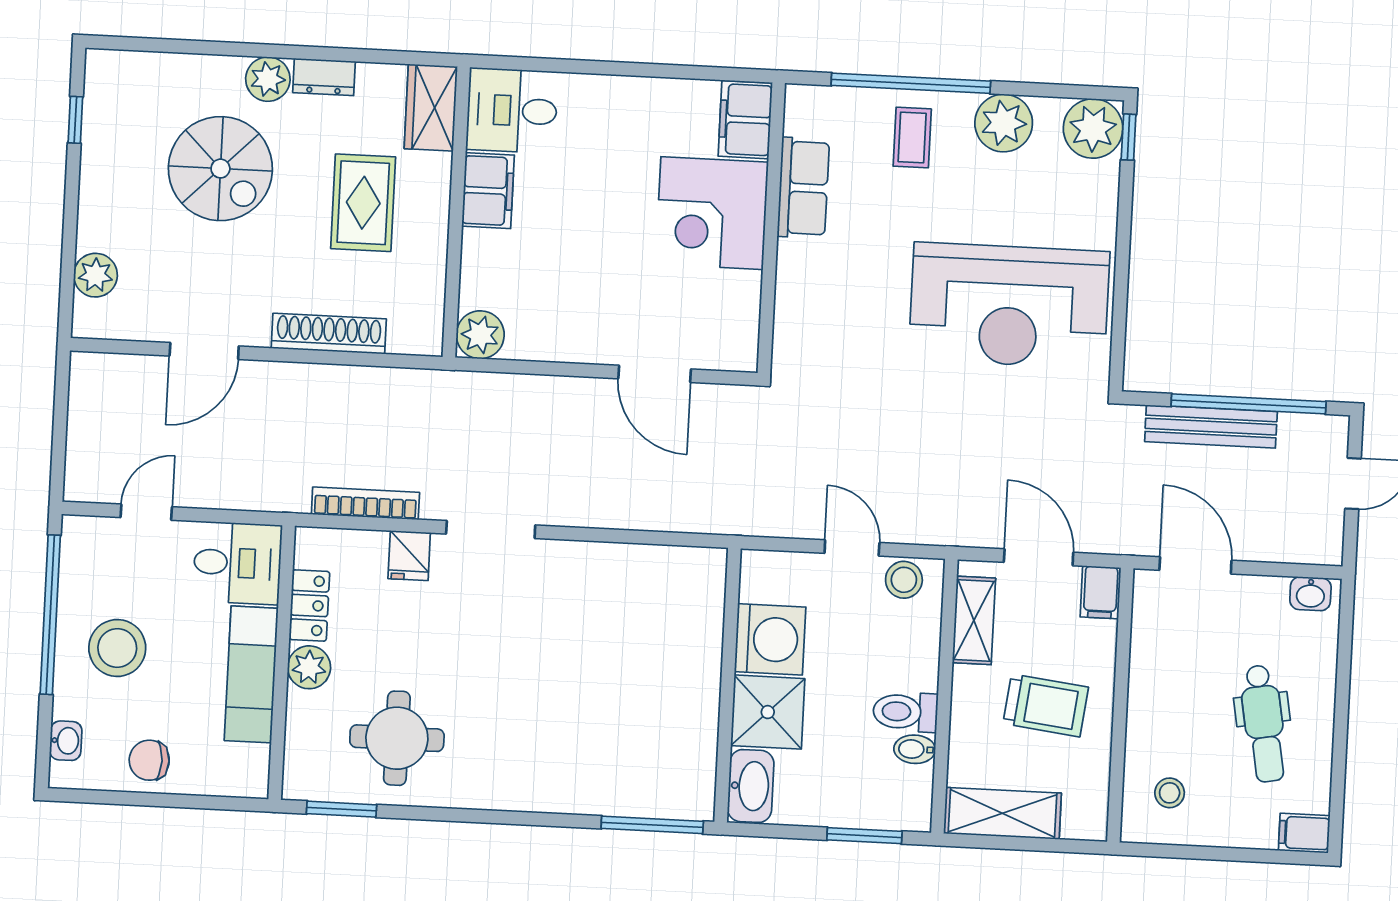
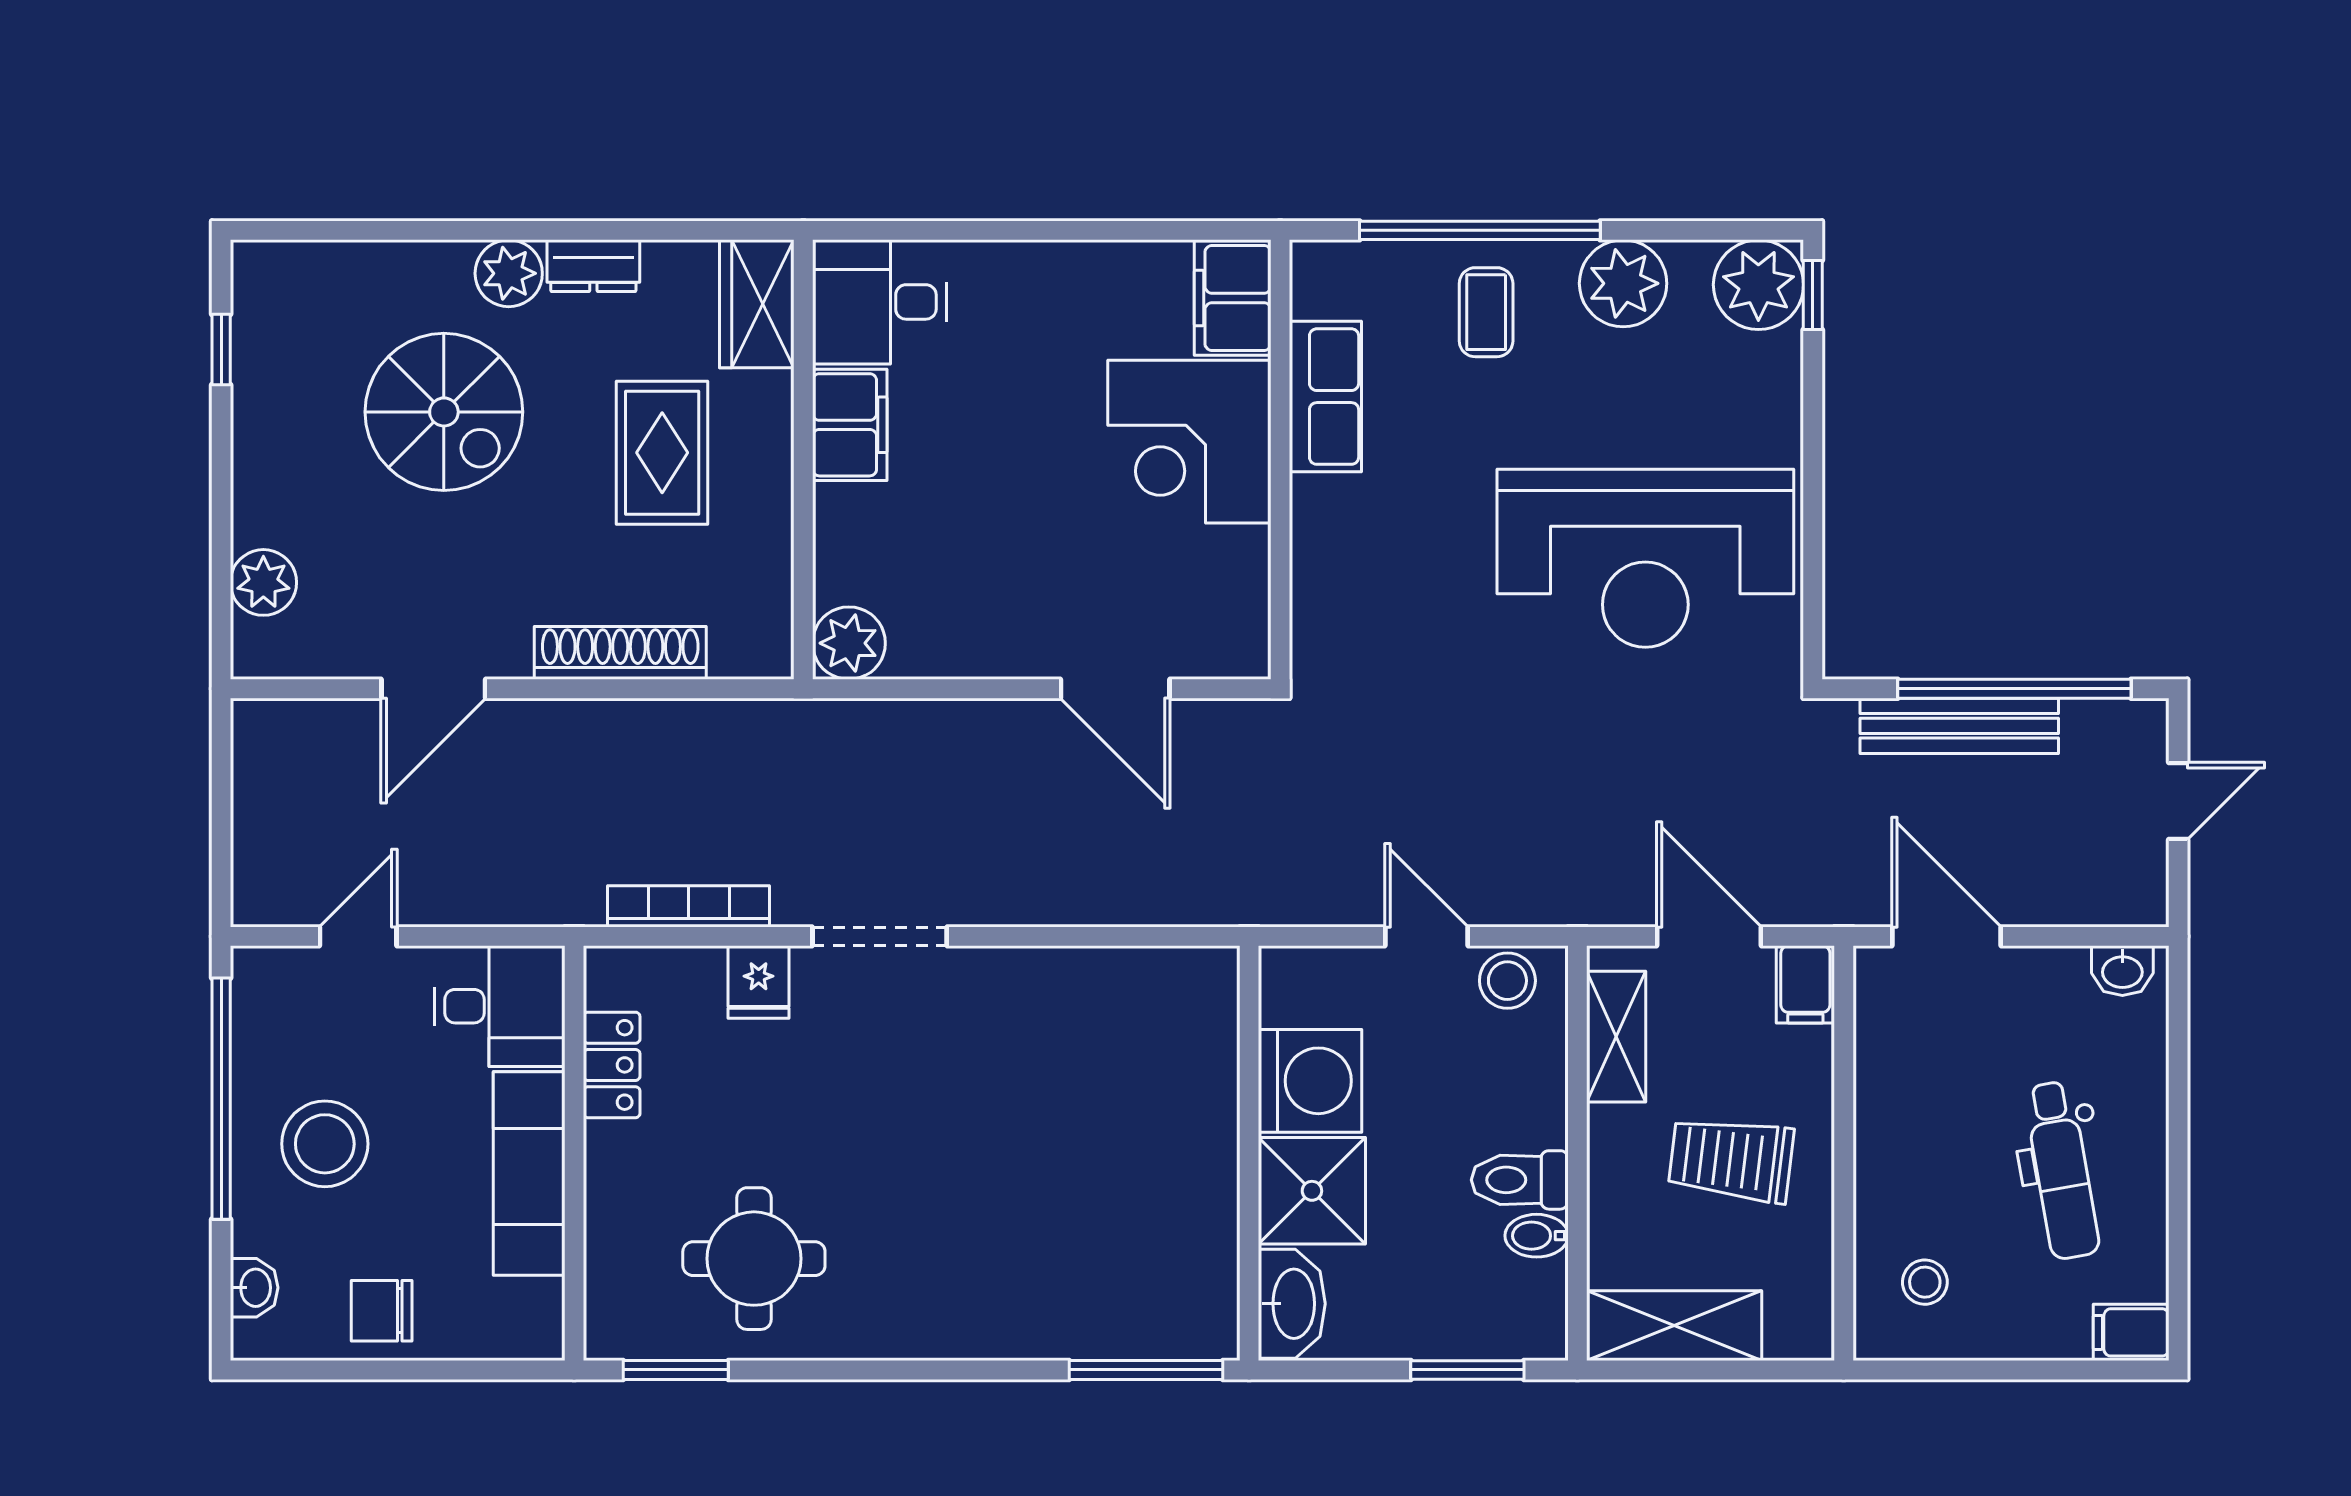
plant: (309, 667) -> (616, 1158), removed
trolley: (1046, 705) -> (1731, 1159), turned 180

